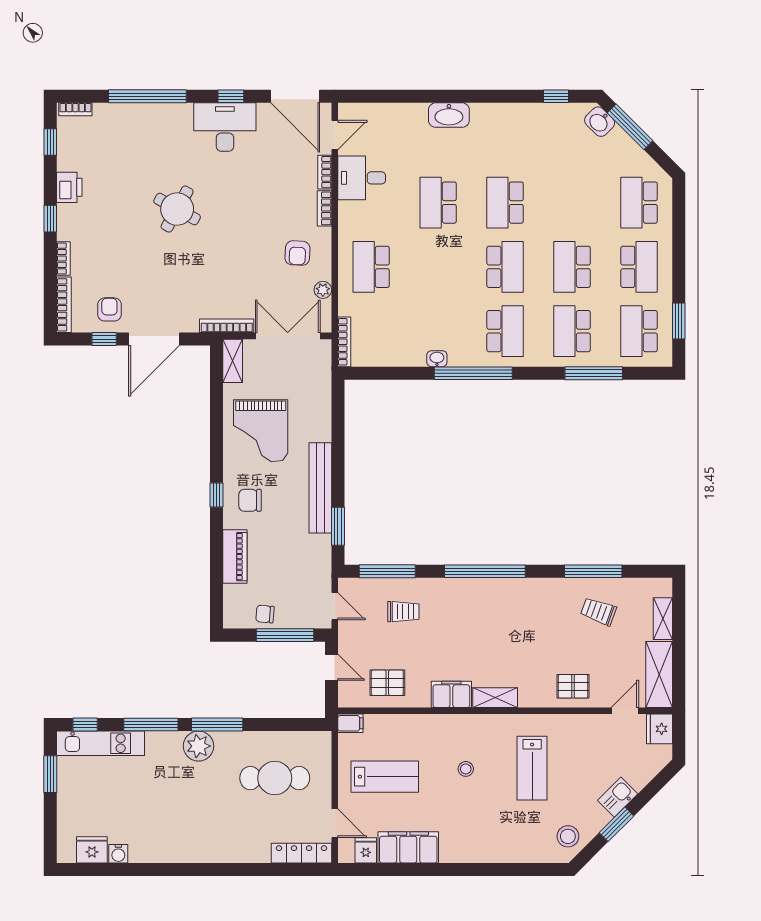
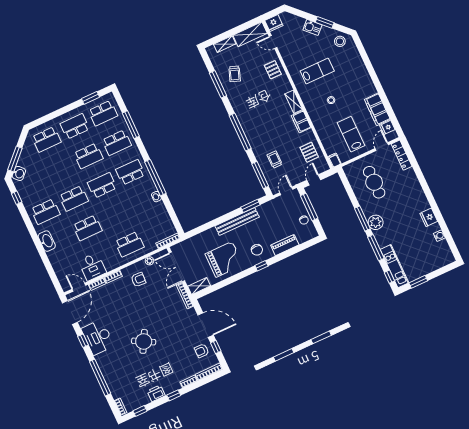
school desk: (505, 138) -> (46, 212), added
fridge: (92, 850) -> (429, 217), moved

